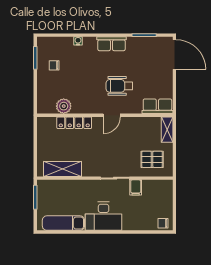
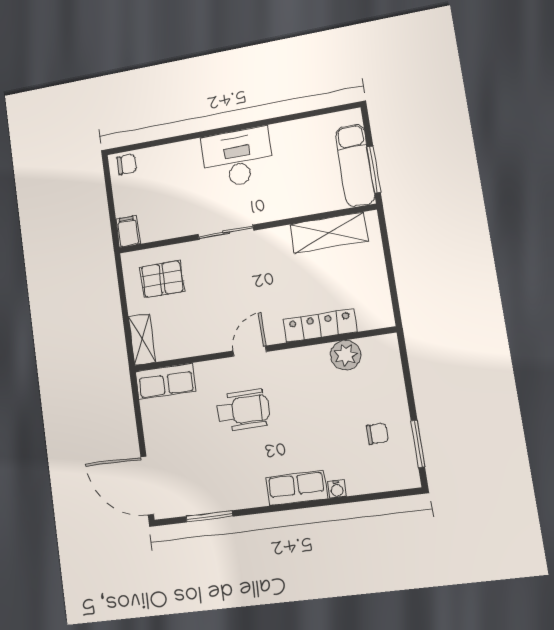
row of seats: (111, 44) -> (296, 488), moved
filing cabinet: (136, 187) -> (128, 231), moved
exam couch: (63, 223) -> (355, 165), moved, turned 90

